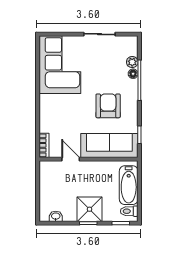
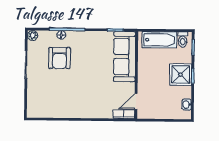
plant: (132, 62) -> (33, 35), moved
corner sofa: (60, 65) -> (53, 100), removed
armchair: (108, 106) -> (59, 58), moved, turned -90
door: (71, 159) -> (136, 101), moved

